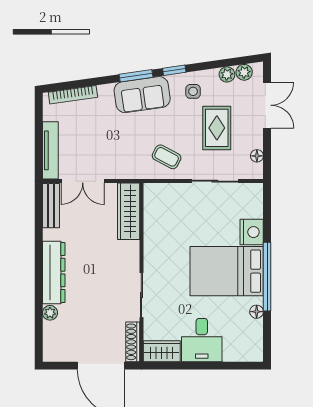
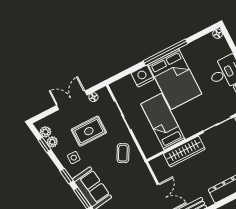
window: (228, 63) -> (45, 145), added
double door: (267, 105) -> (72, 100), moved
wardrobe: (129, 211) -> (184, 151), moved
bed: (180, 228) -> (163, 122), added
floor lamp: (257, 312) -> (218, 34), moved

